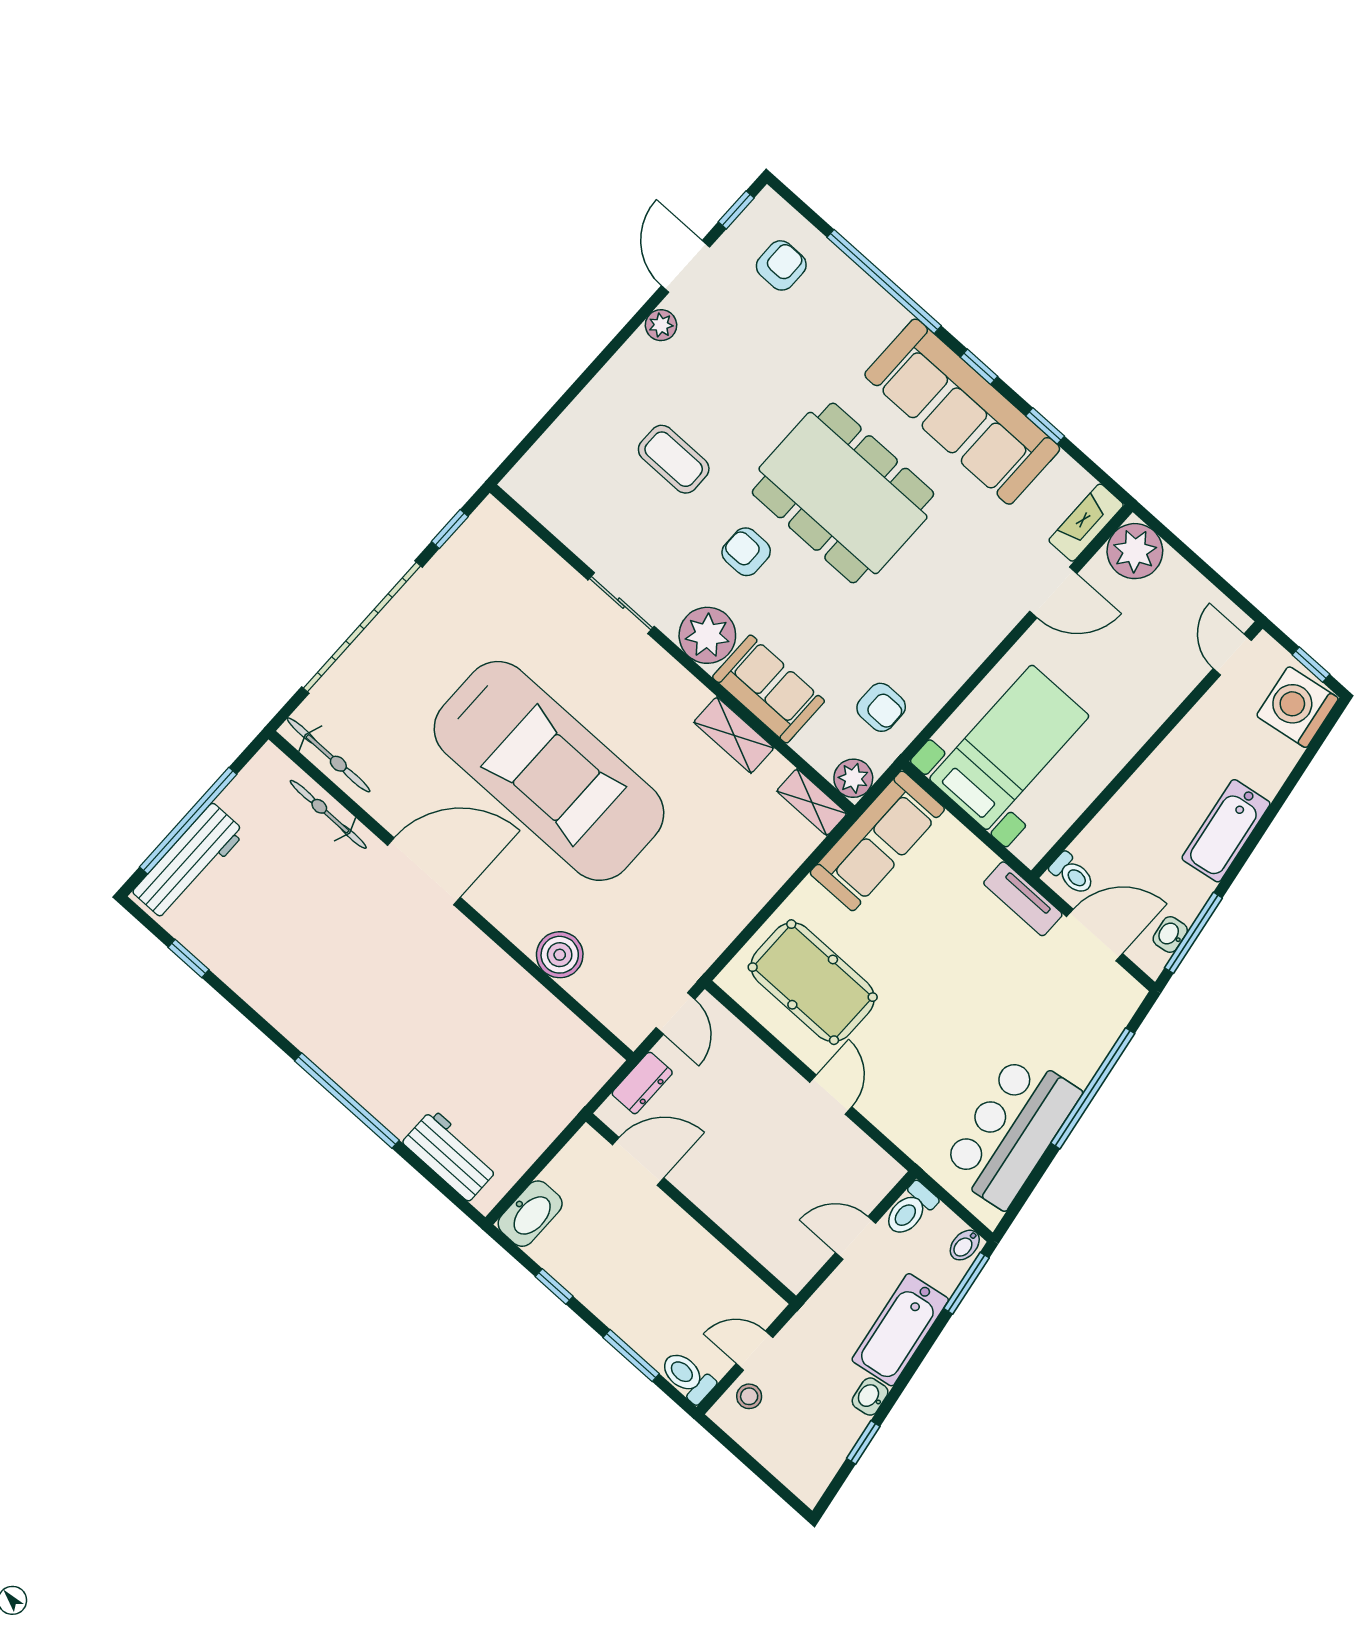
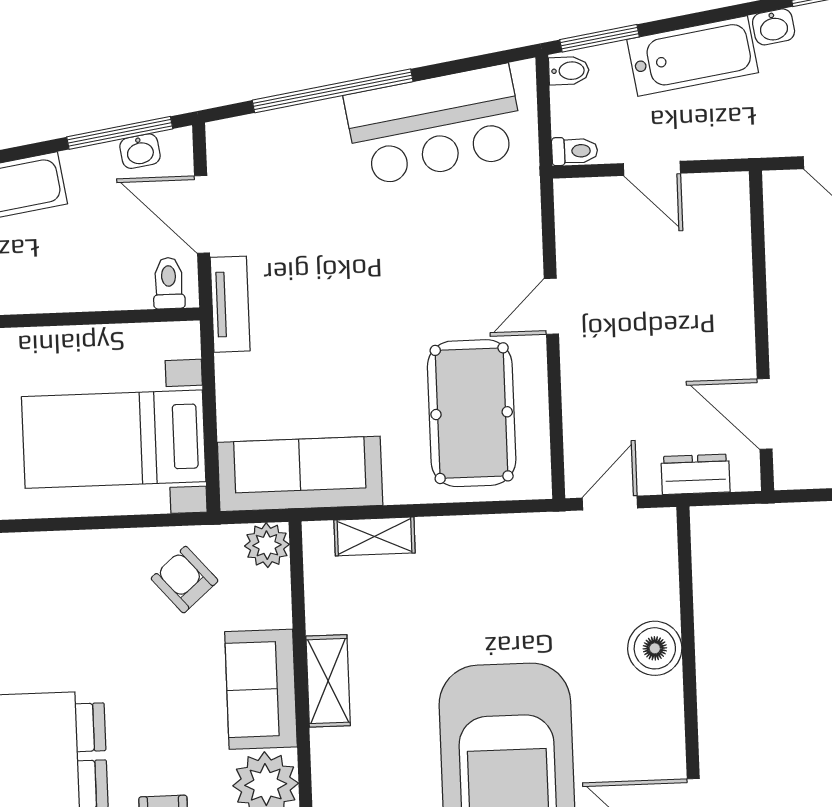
armchair: (881, 707) -> (185, 580), turned -41
shelving: (812, 802) -> (375, 536), moved, turned 90
toilet: (910, 1210) -> (575, 151), width x0.73, depth x0.72

